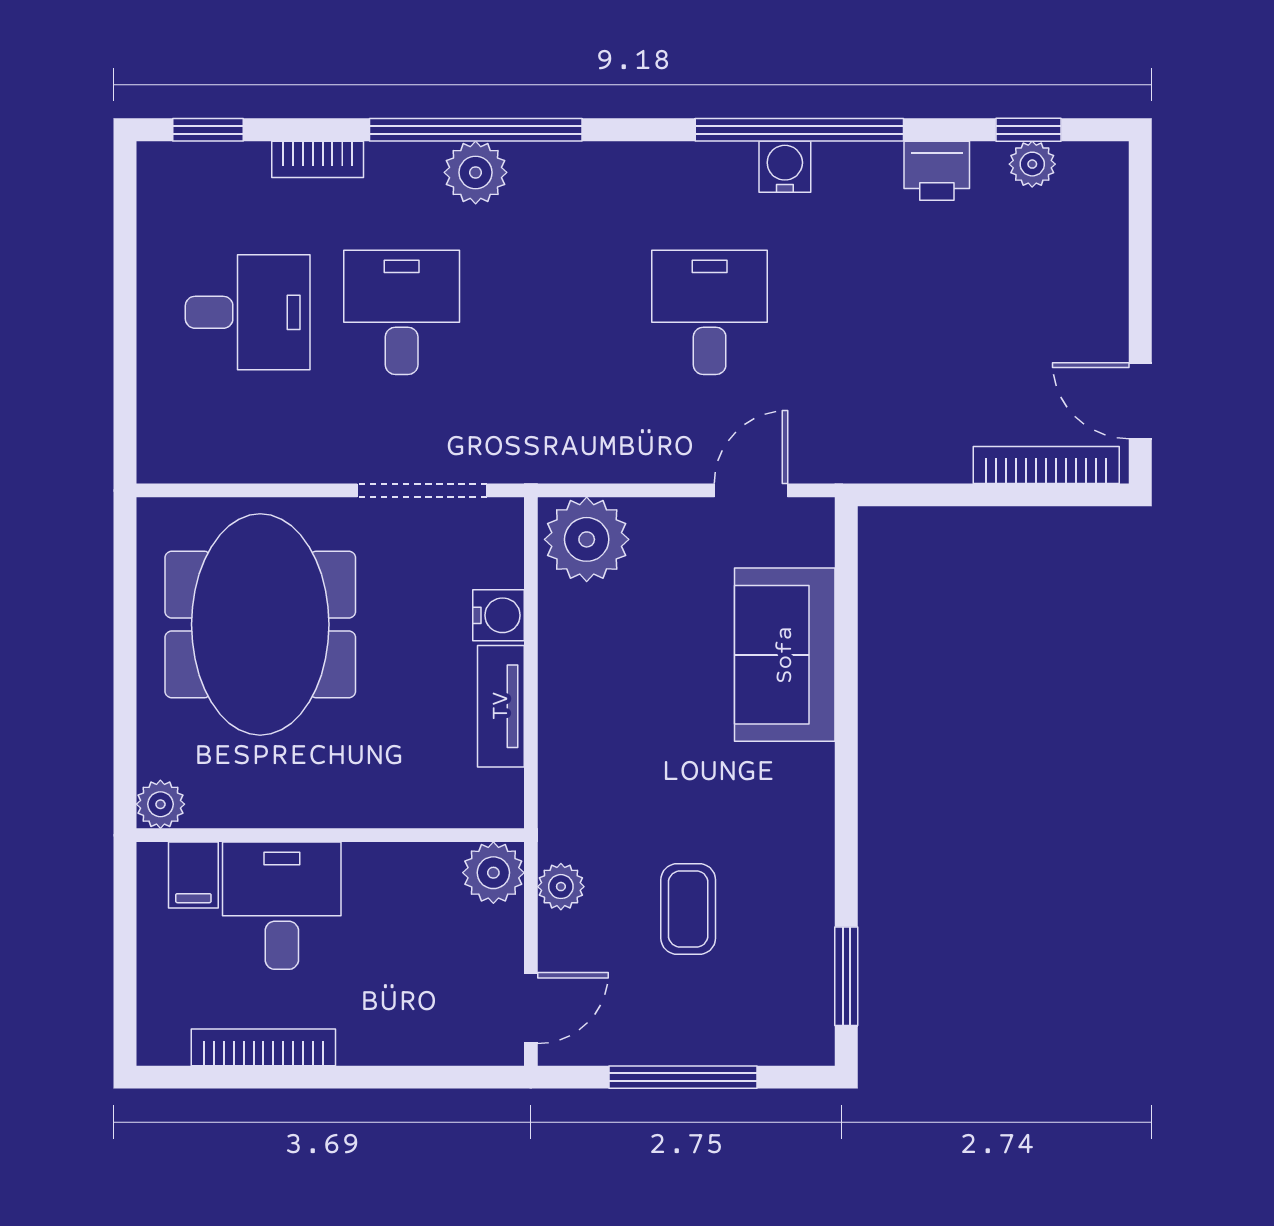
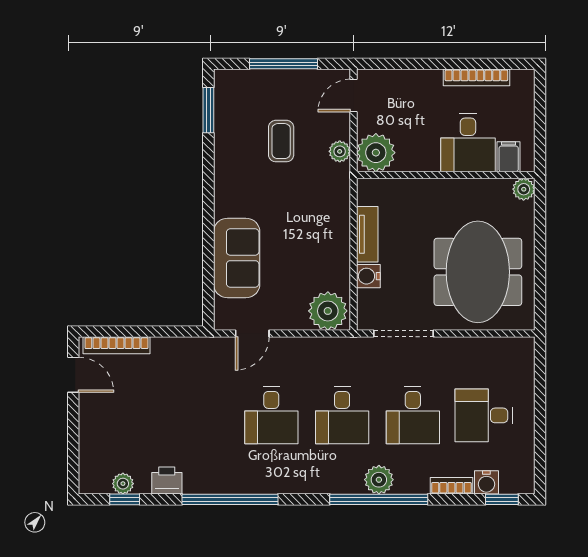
water cooler: (785, 167) -> (486, 482), moved
desk: (556, 312) -> (342, 415), added
plant: (493, 873) -> (376, 153), width x1.36, depth x1.36

